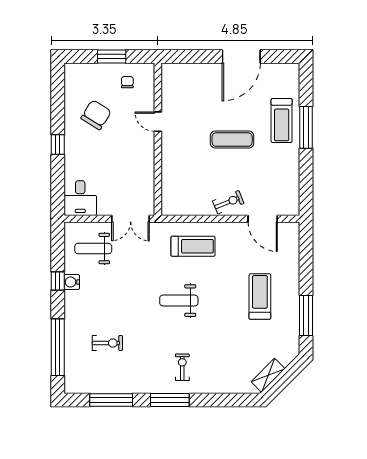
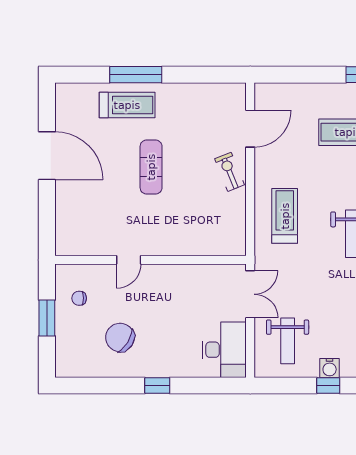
desk: (80, 198) -> (224, 350), width x1.37

